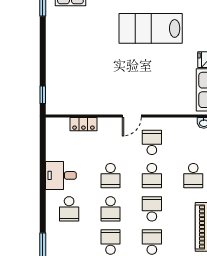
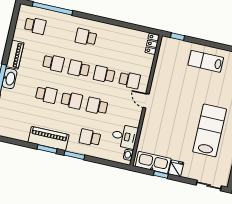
lab bench: (66, 53) -> (206, 61), added
locker: (83, 124) -> (152, 44), moved
school desk: (152, 142) -> (130, 80), moved
desk: (61, 175) -> (125, 136), moved, turned 90

